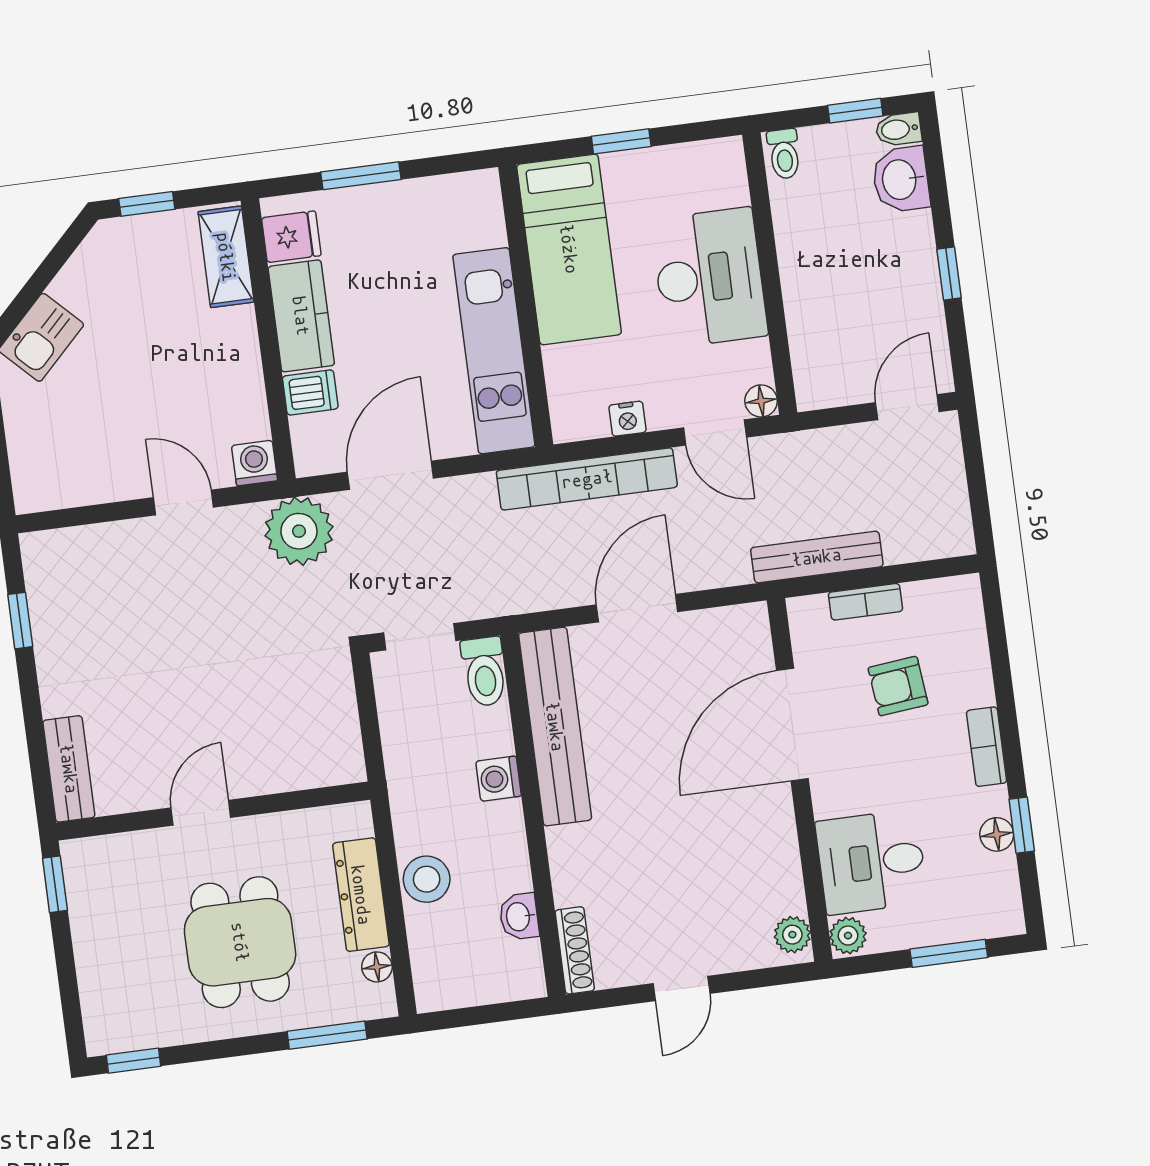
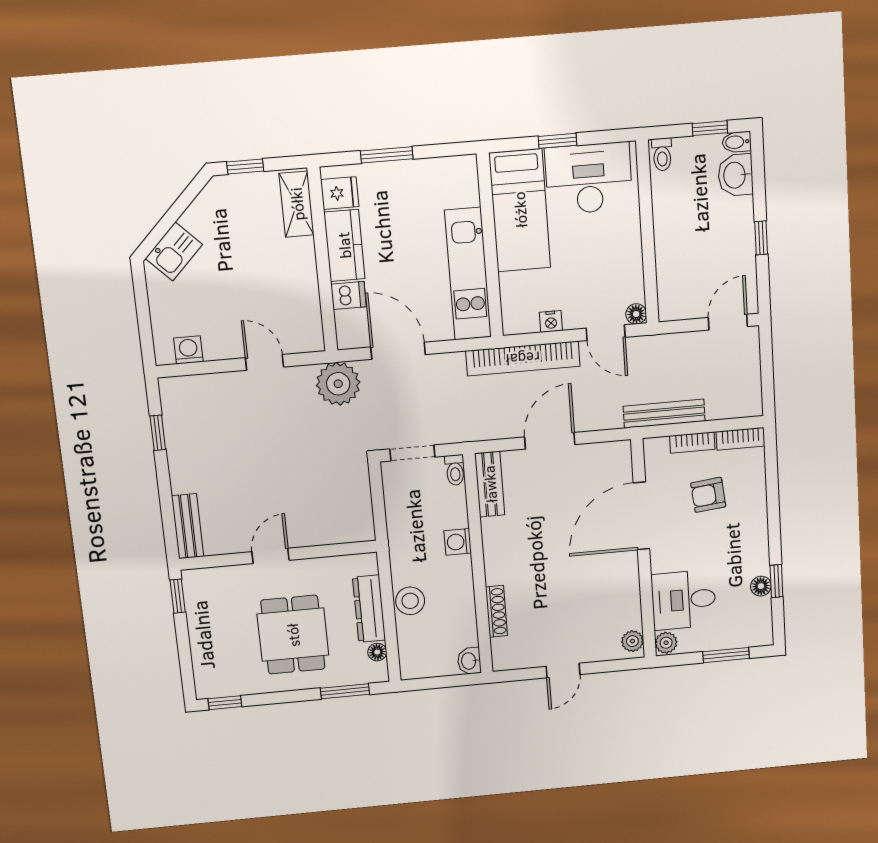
desk: (709, 278) -> (589, 178), moved, turned -90
washing machine: (255, 463) -> (188, 350), moved
door: (390, 475) -> (398, 351), hinge flipped
toilet: (484, 672) -> (455, 470), width x0.73, depth x0.72
bench: (555, 727) -> (490, 484), width x0.54, depth x0.82
bookcase: (987, 747) -> (740, 439), moved, turned -90
washbasin: (519, 917) -> (469, 661), moved
shoe rack: (575, 950) -> (496, 611), moved

